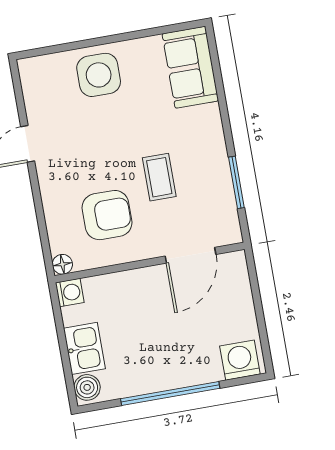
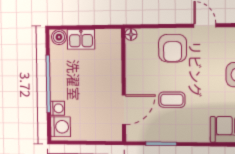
armchair: (107, 215) -> (173, 48), moved
door: (190, 255) -> (124, 110), swing flipped
washing machine: (70, 292) -> (57, 108), moved, turned -90

